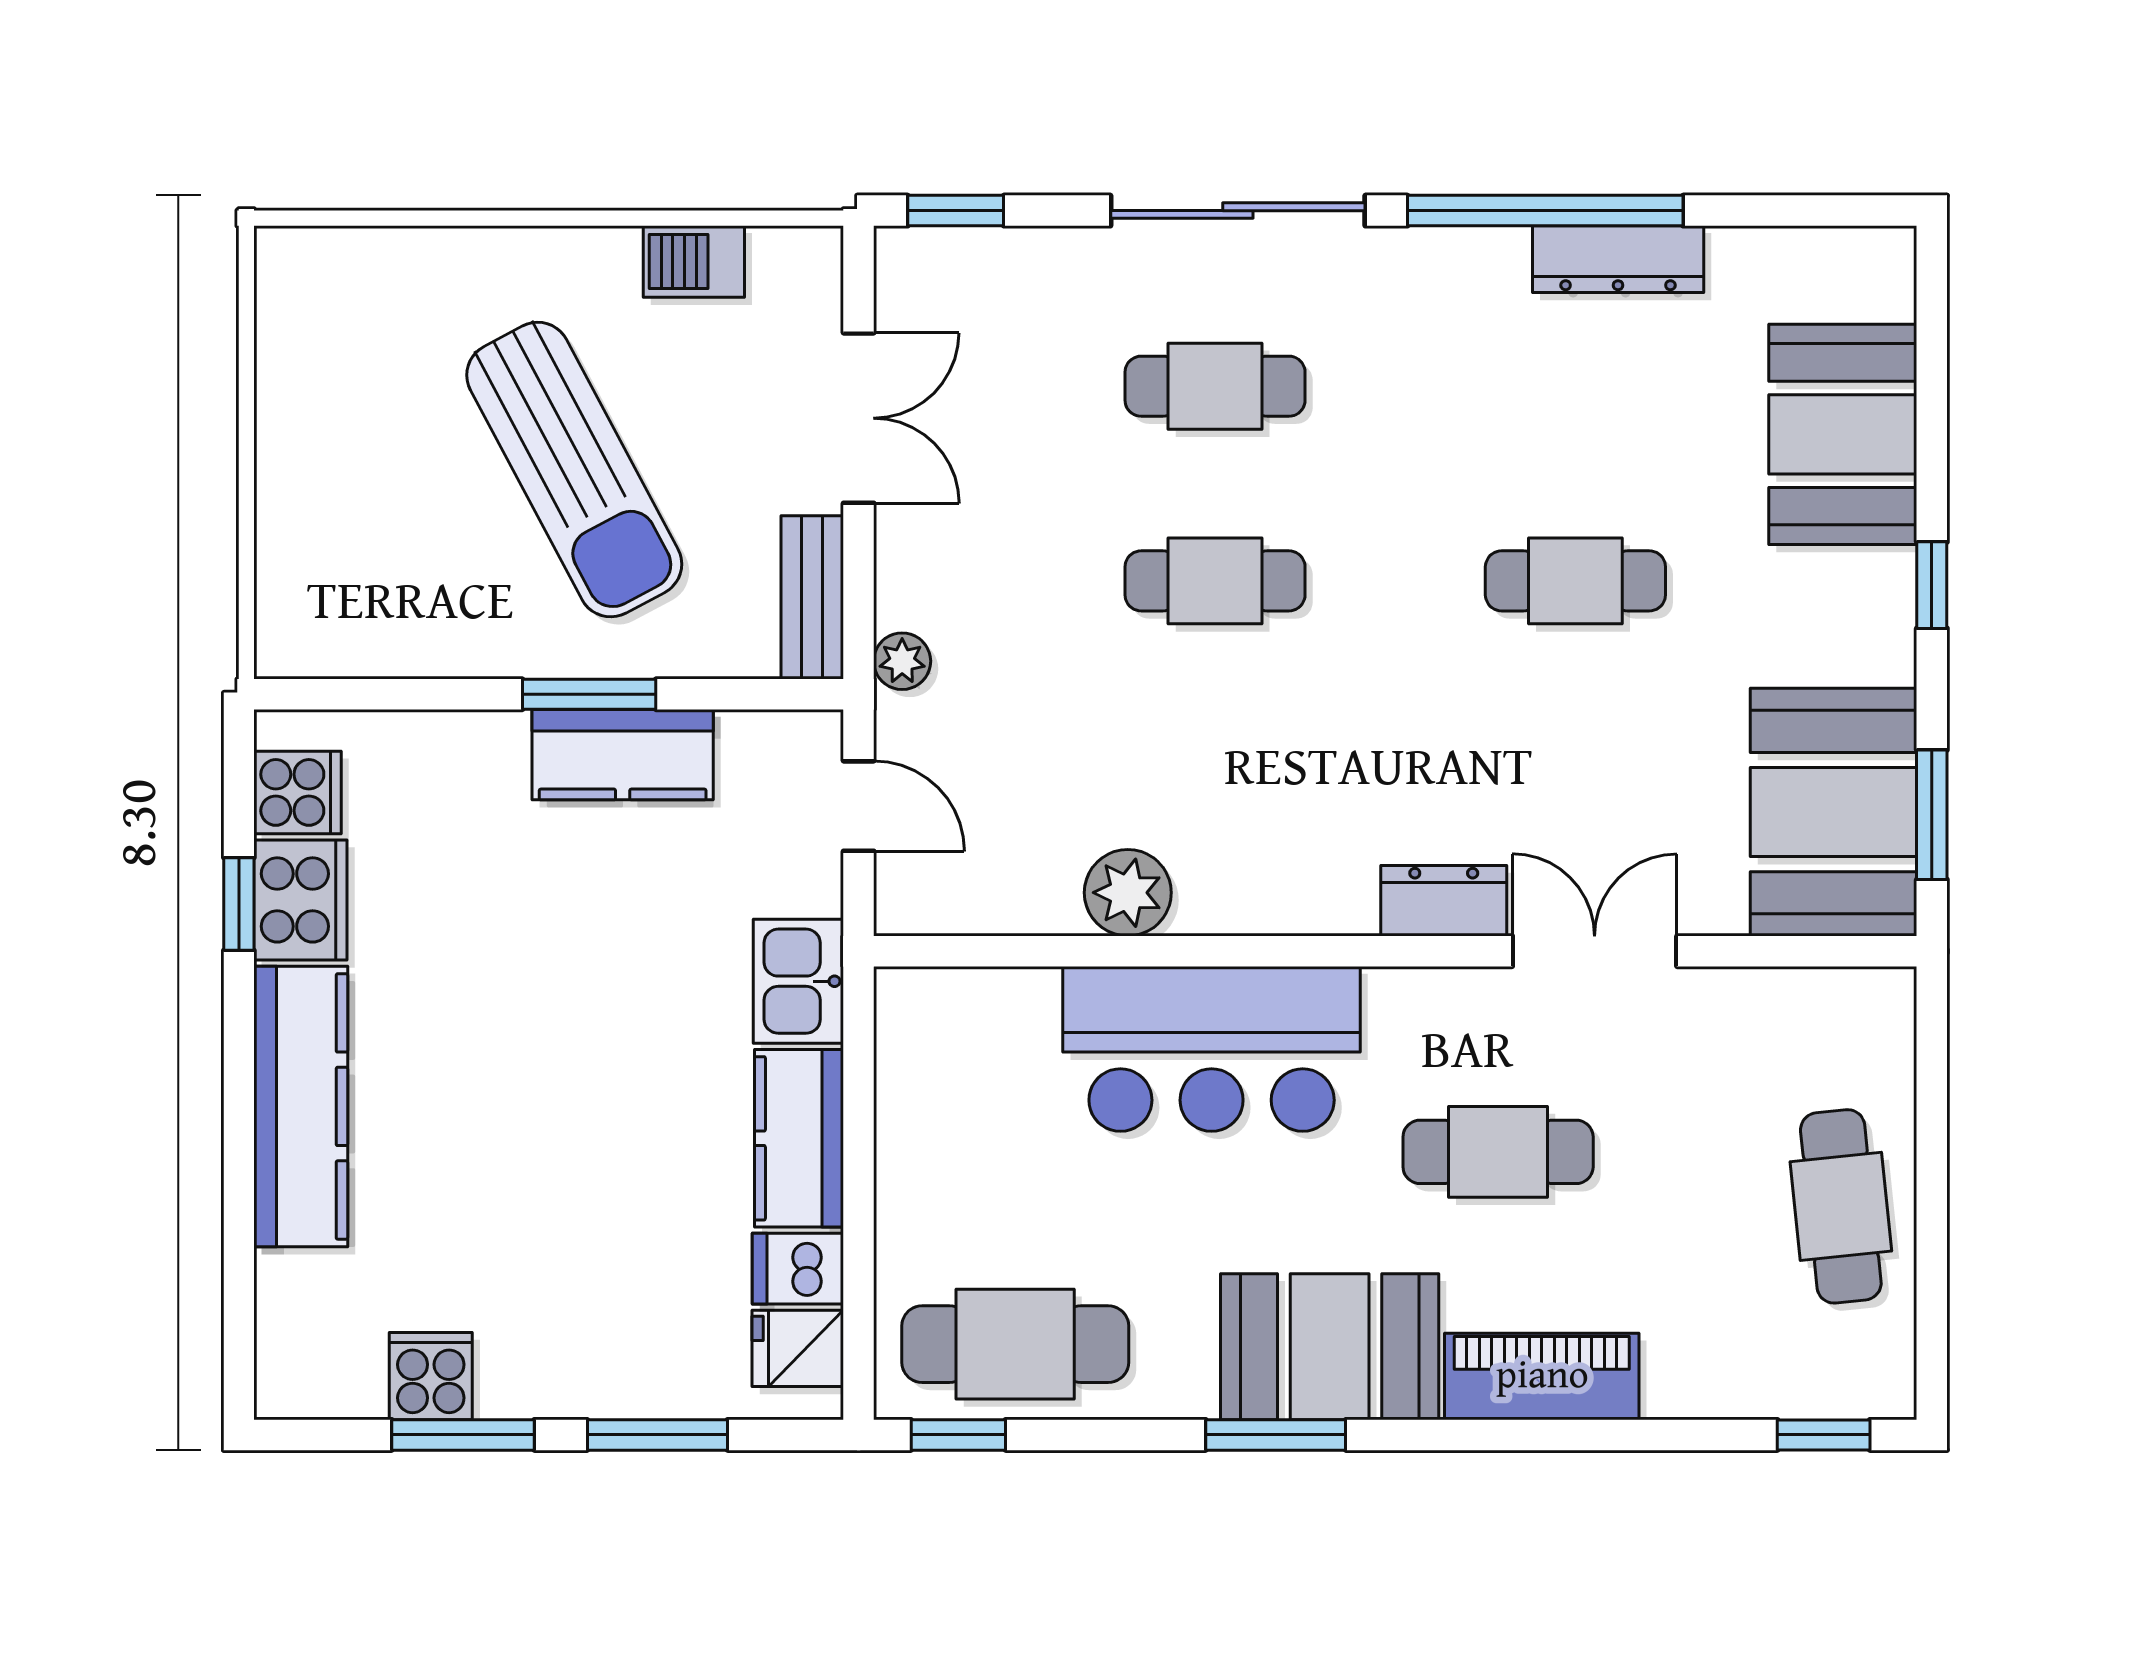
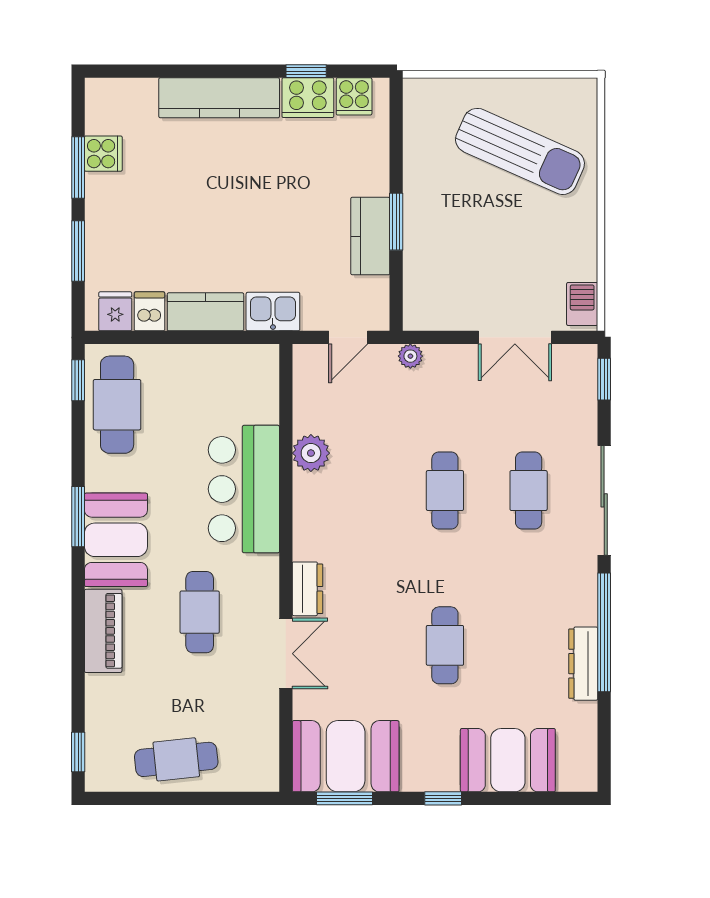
barbecue: (694, 261) -> (582, 304), moved
sun lounger: (574, 470) -> (520, 151), moved, turned -128
bench: (812, 597) -> (438, 318), removed

